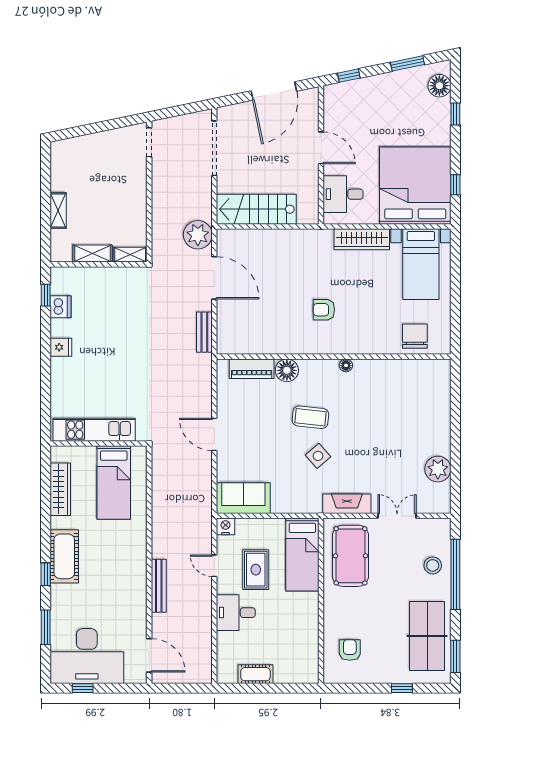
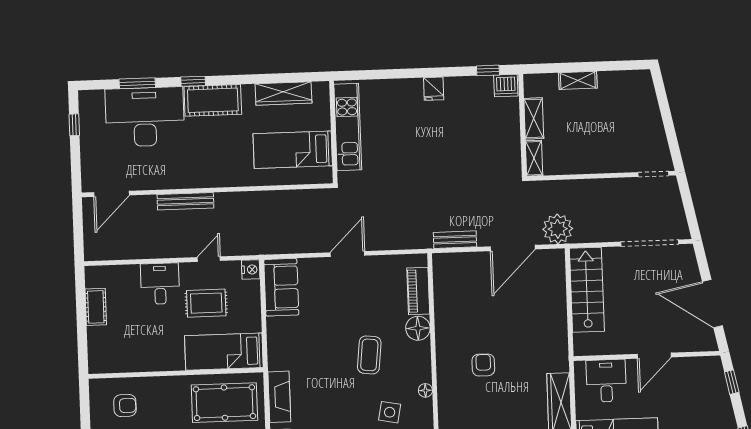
dishwasher: (60, 307) -> (506, 86), moved
side table: (318, 456) -> (390, 412), moved, turned -38
desk: (87, 656) -> (145, 117), moved, turned 90

